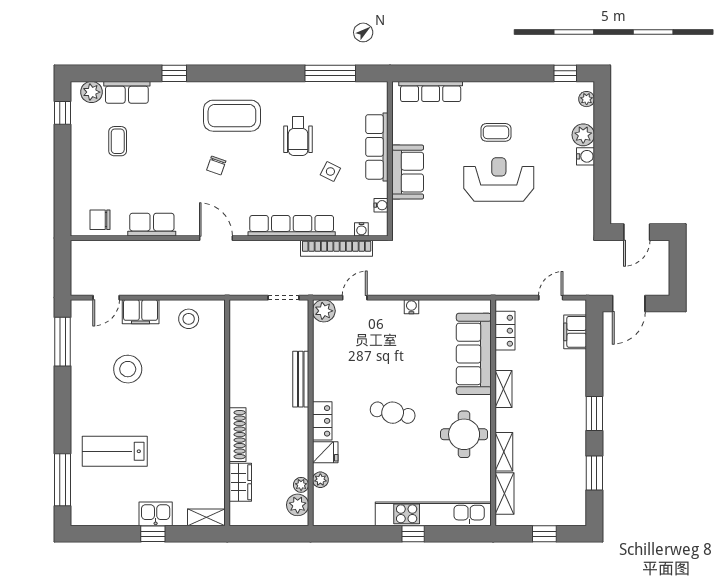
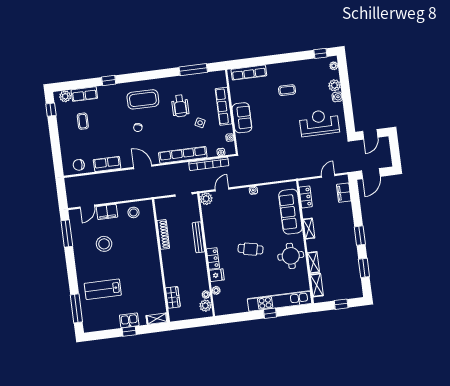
reception desk: (499, 180) -> (319, 123), moved
shoe rack: (237, 435) -> (163, 234), moved

